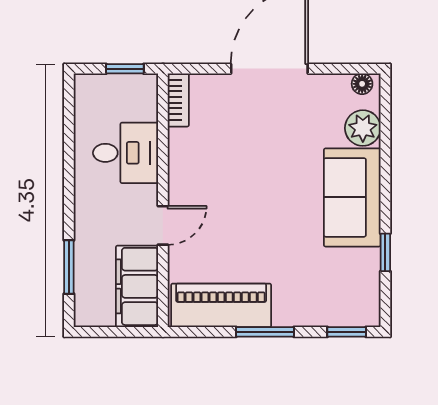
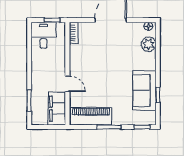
desk: (126, 153) -> (43, 35), moved, turned -90
sofa: (352, 197) -> (144, 91), moved
door: (163, 225) -> (67, 84), hinge flipped

